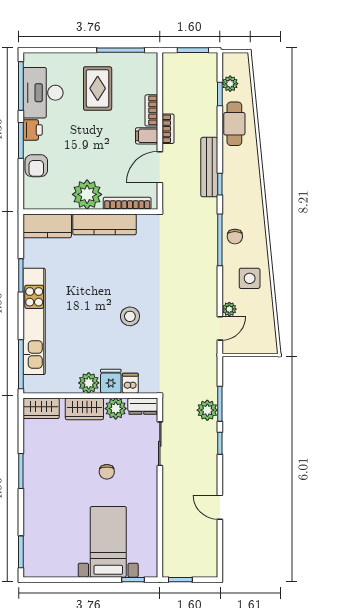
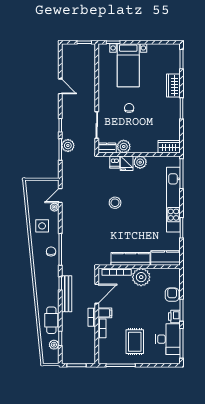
wardrobe: (84, 409) -> (173, 86), moved, turned -90

